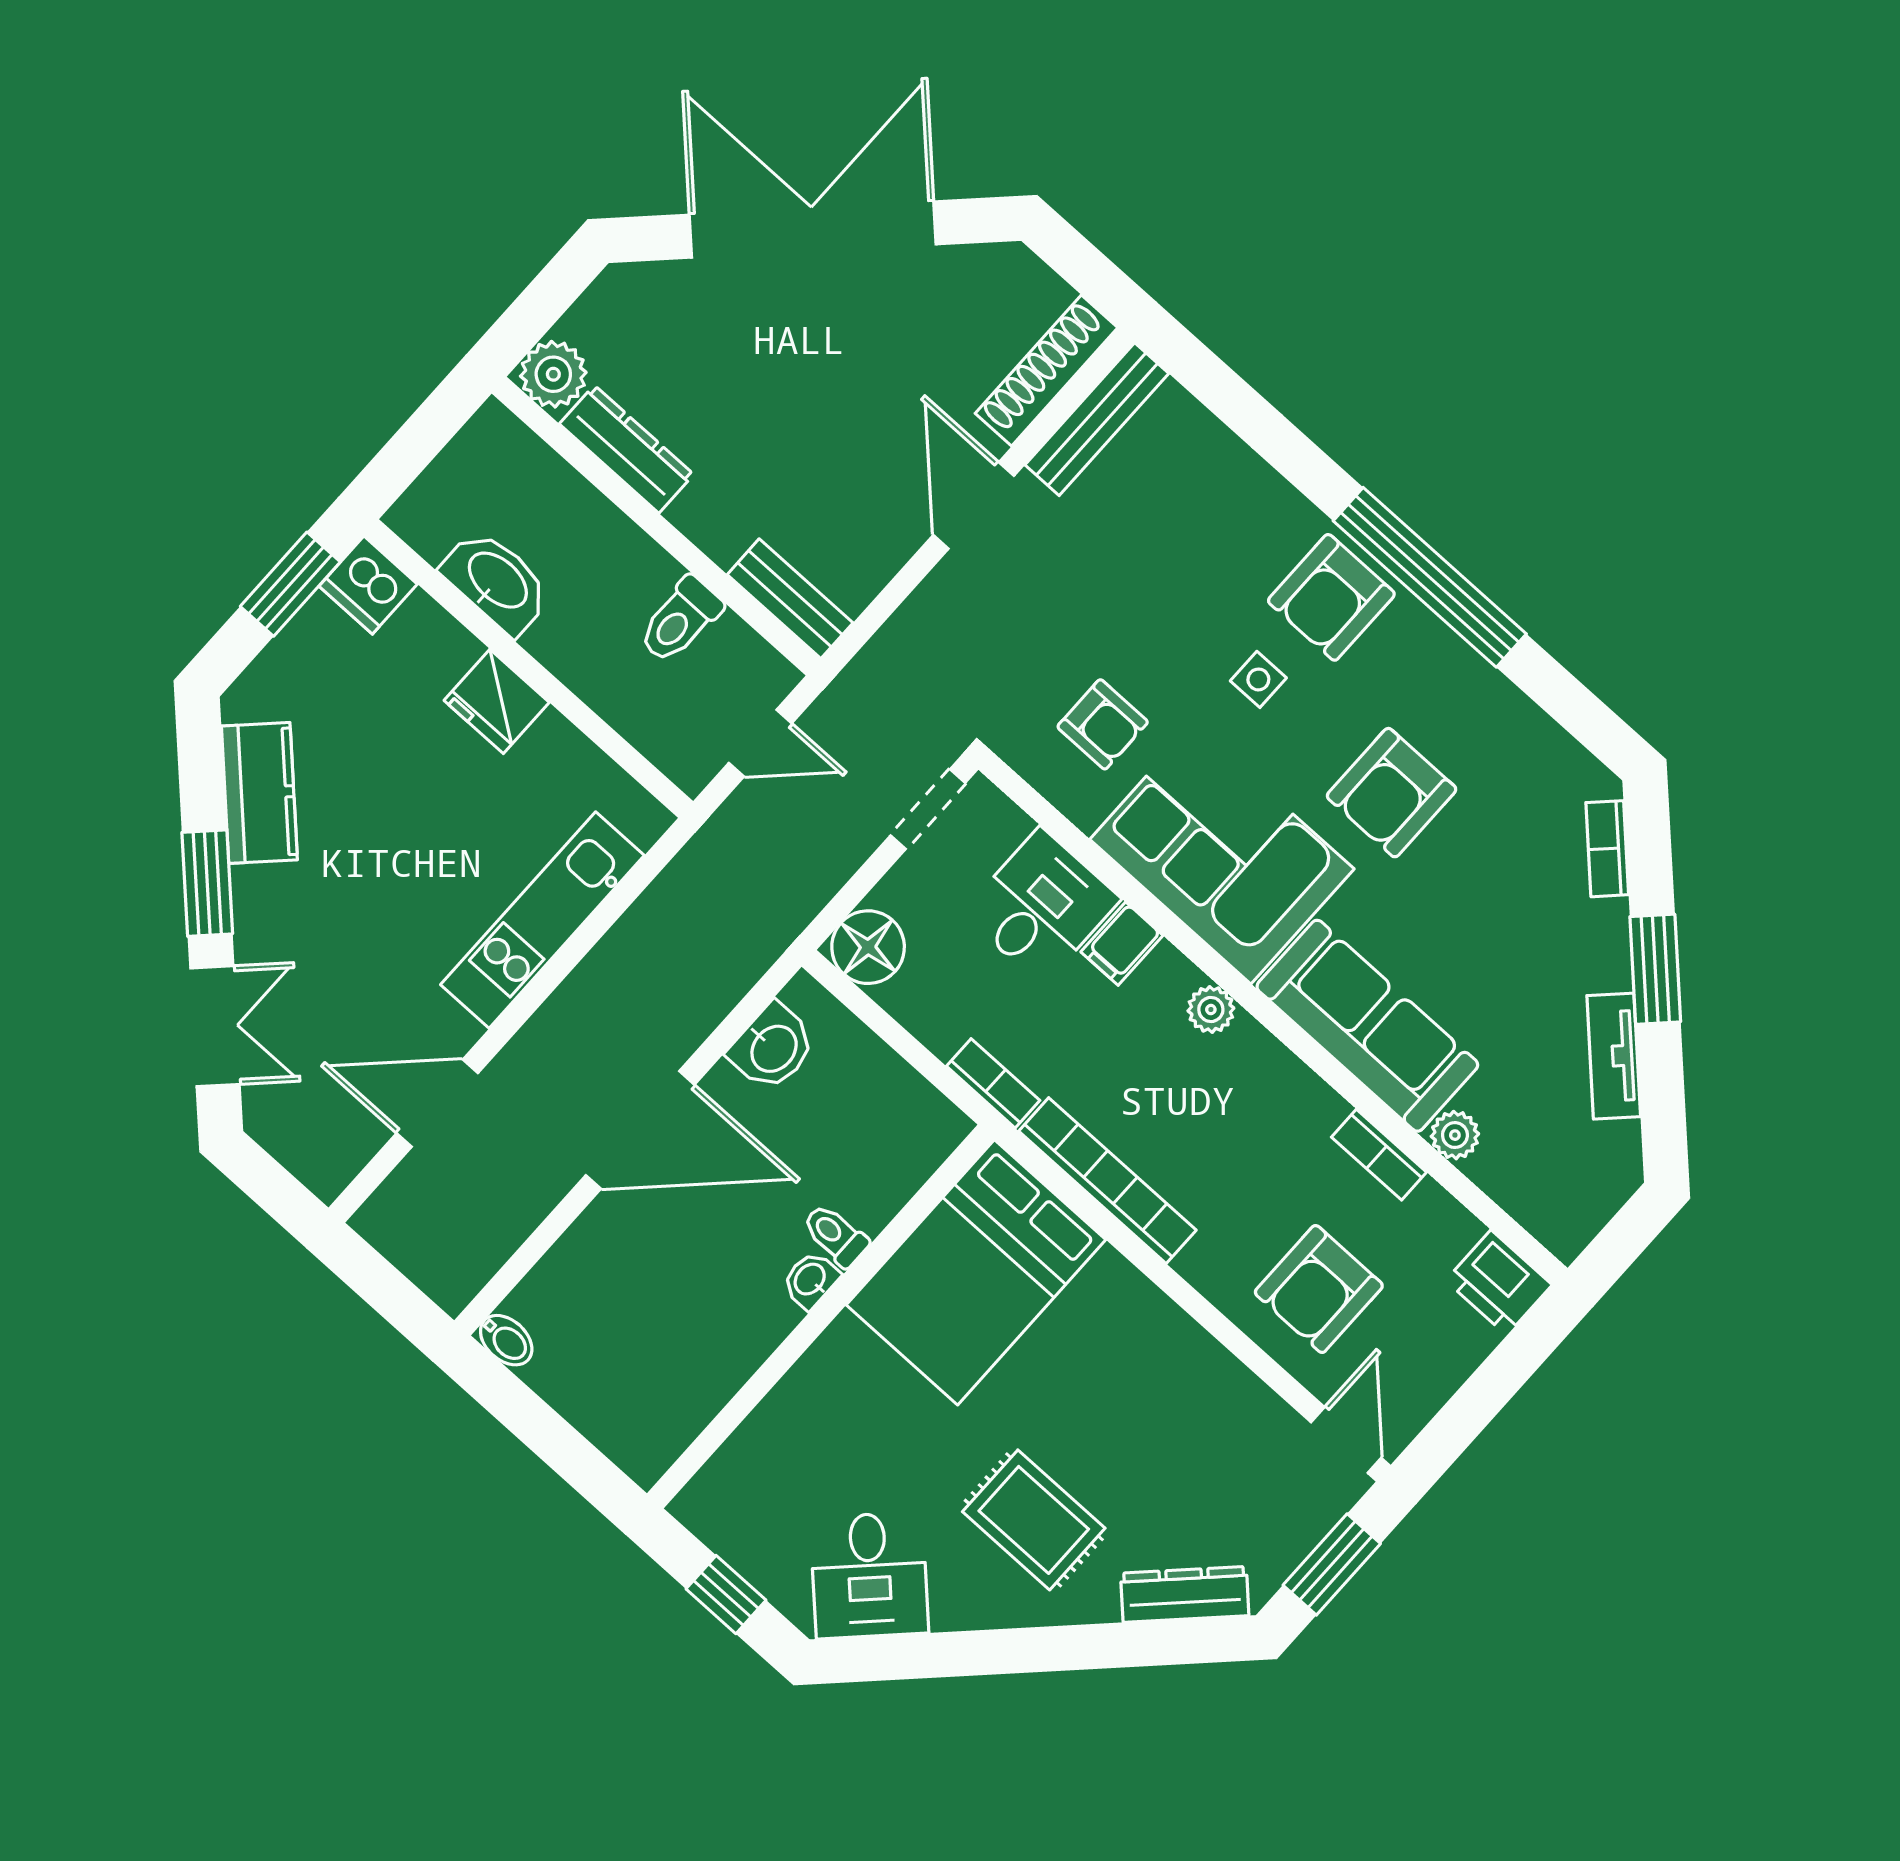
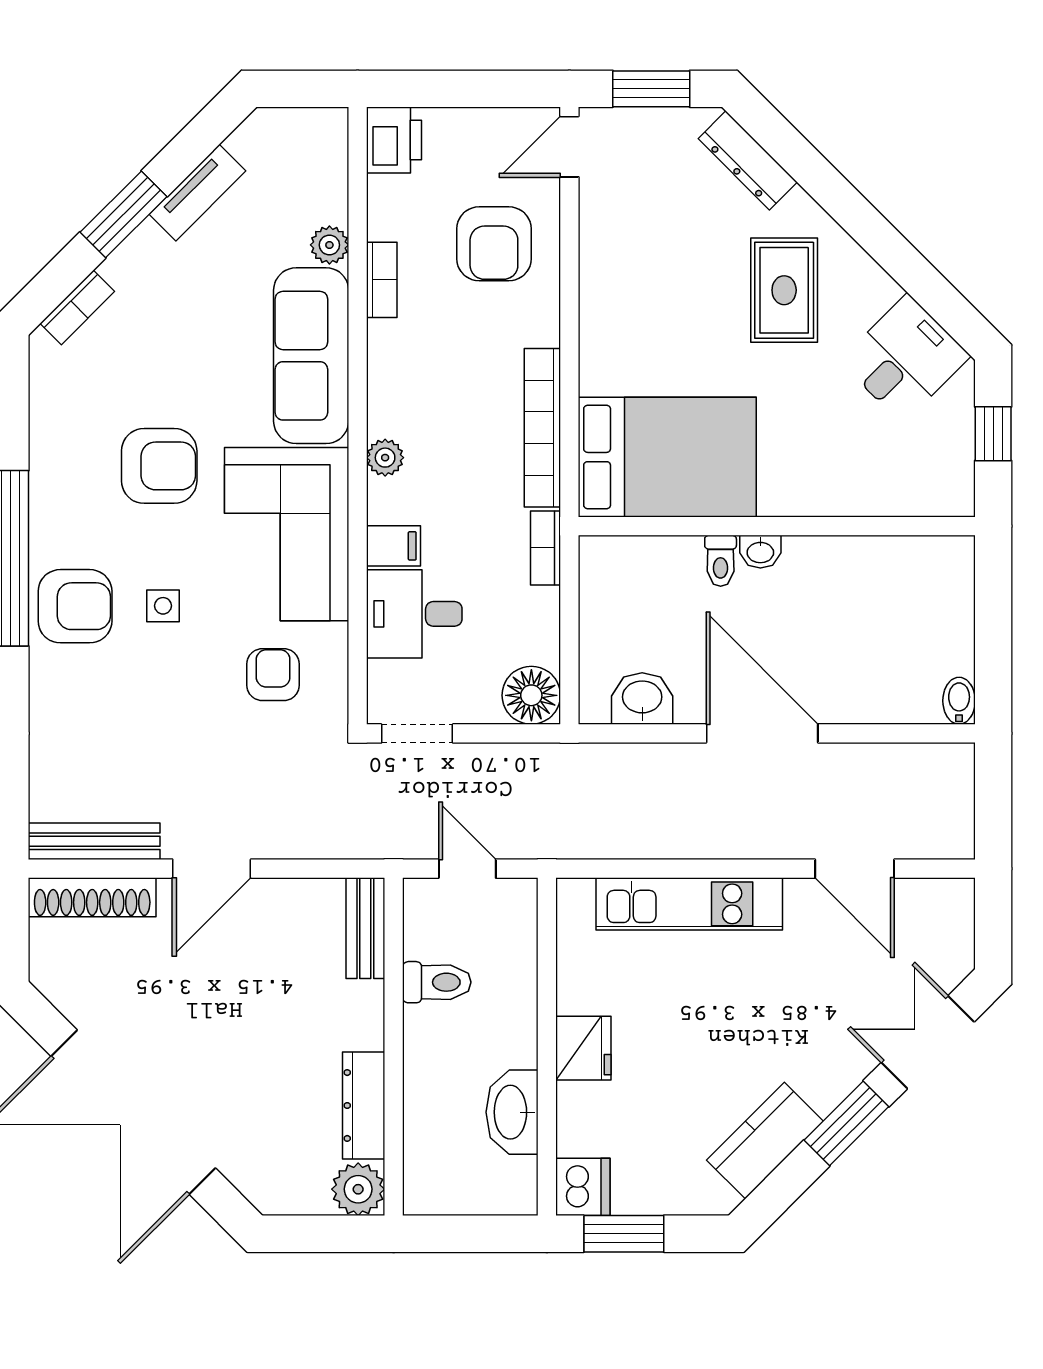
armchair: (1319, 1289) -> (494, 244), turned 90

